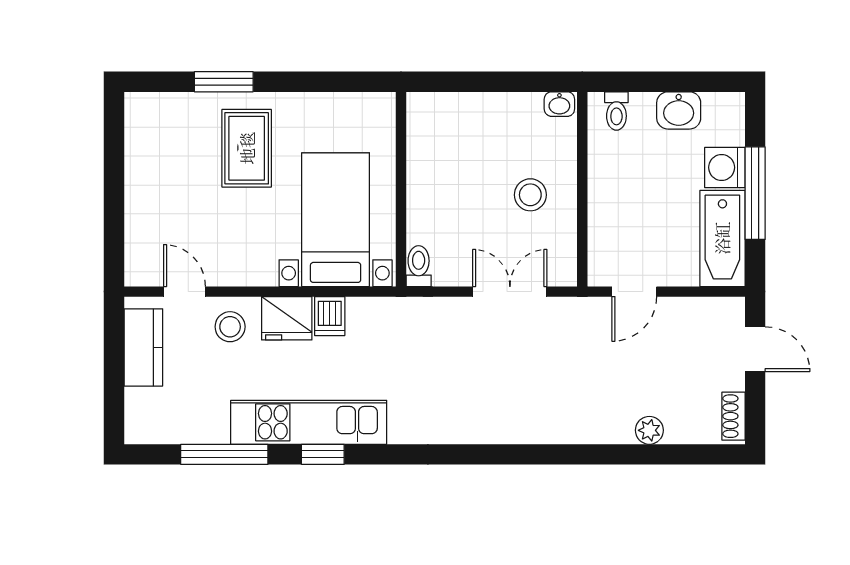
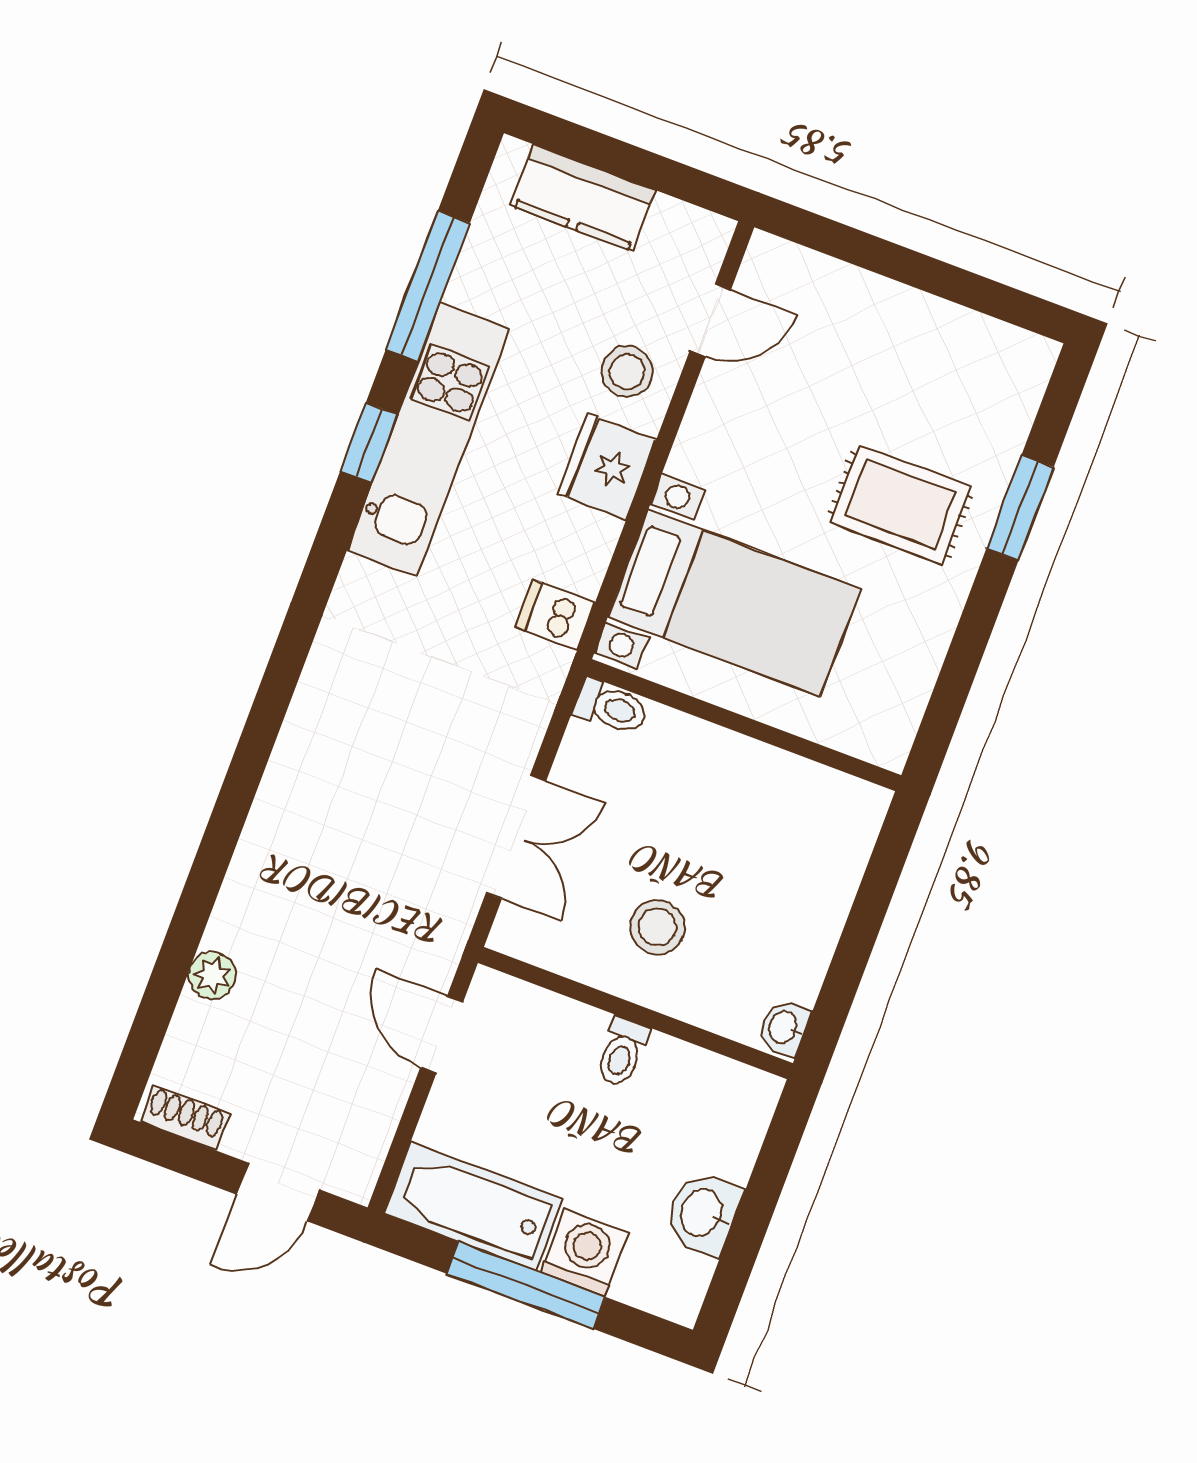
toilet: (616, 111) -> (622, 1052), moved, turned -90
dishwasher: (330, 316) -> (555, 615), moved
kitchen counter: (143, 347) -> (583, 198), moved

